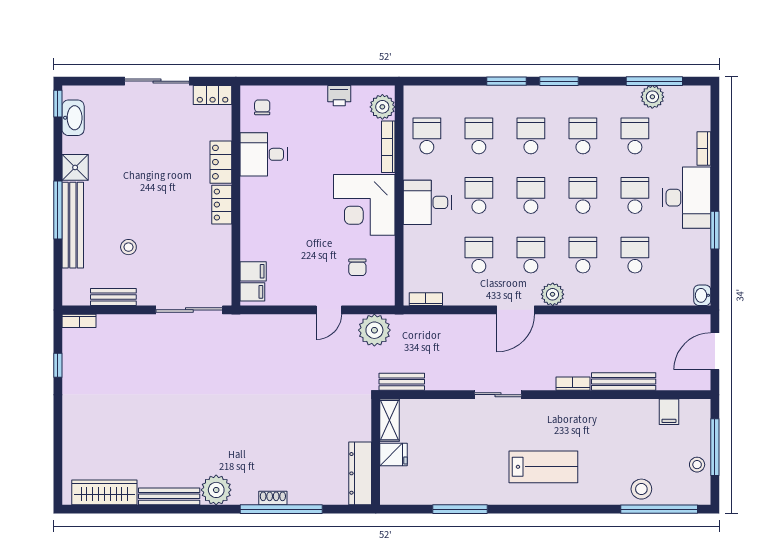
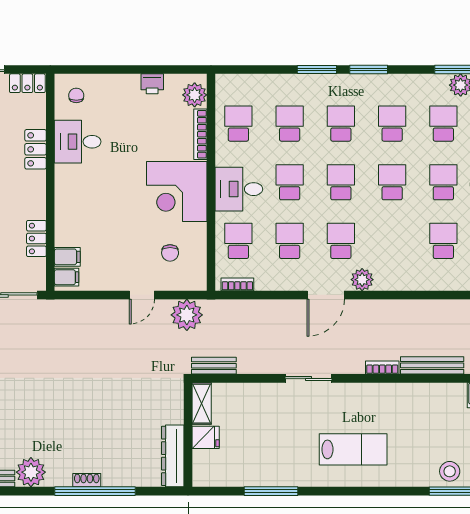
locker: (222, 205) -> (36, 239), moved
school desk: (583, 255) -> (238, 241), moved

